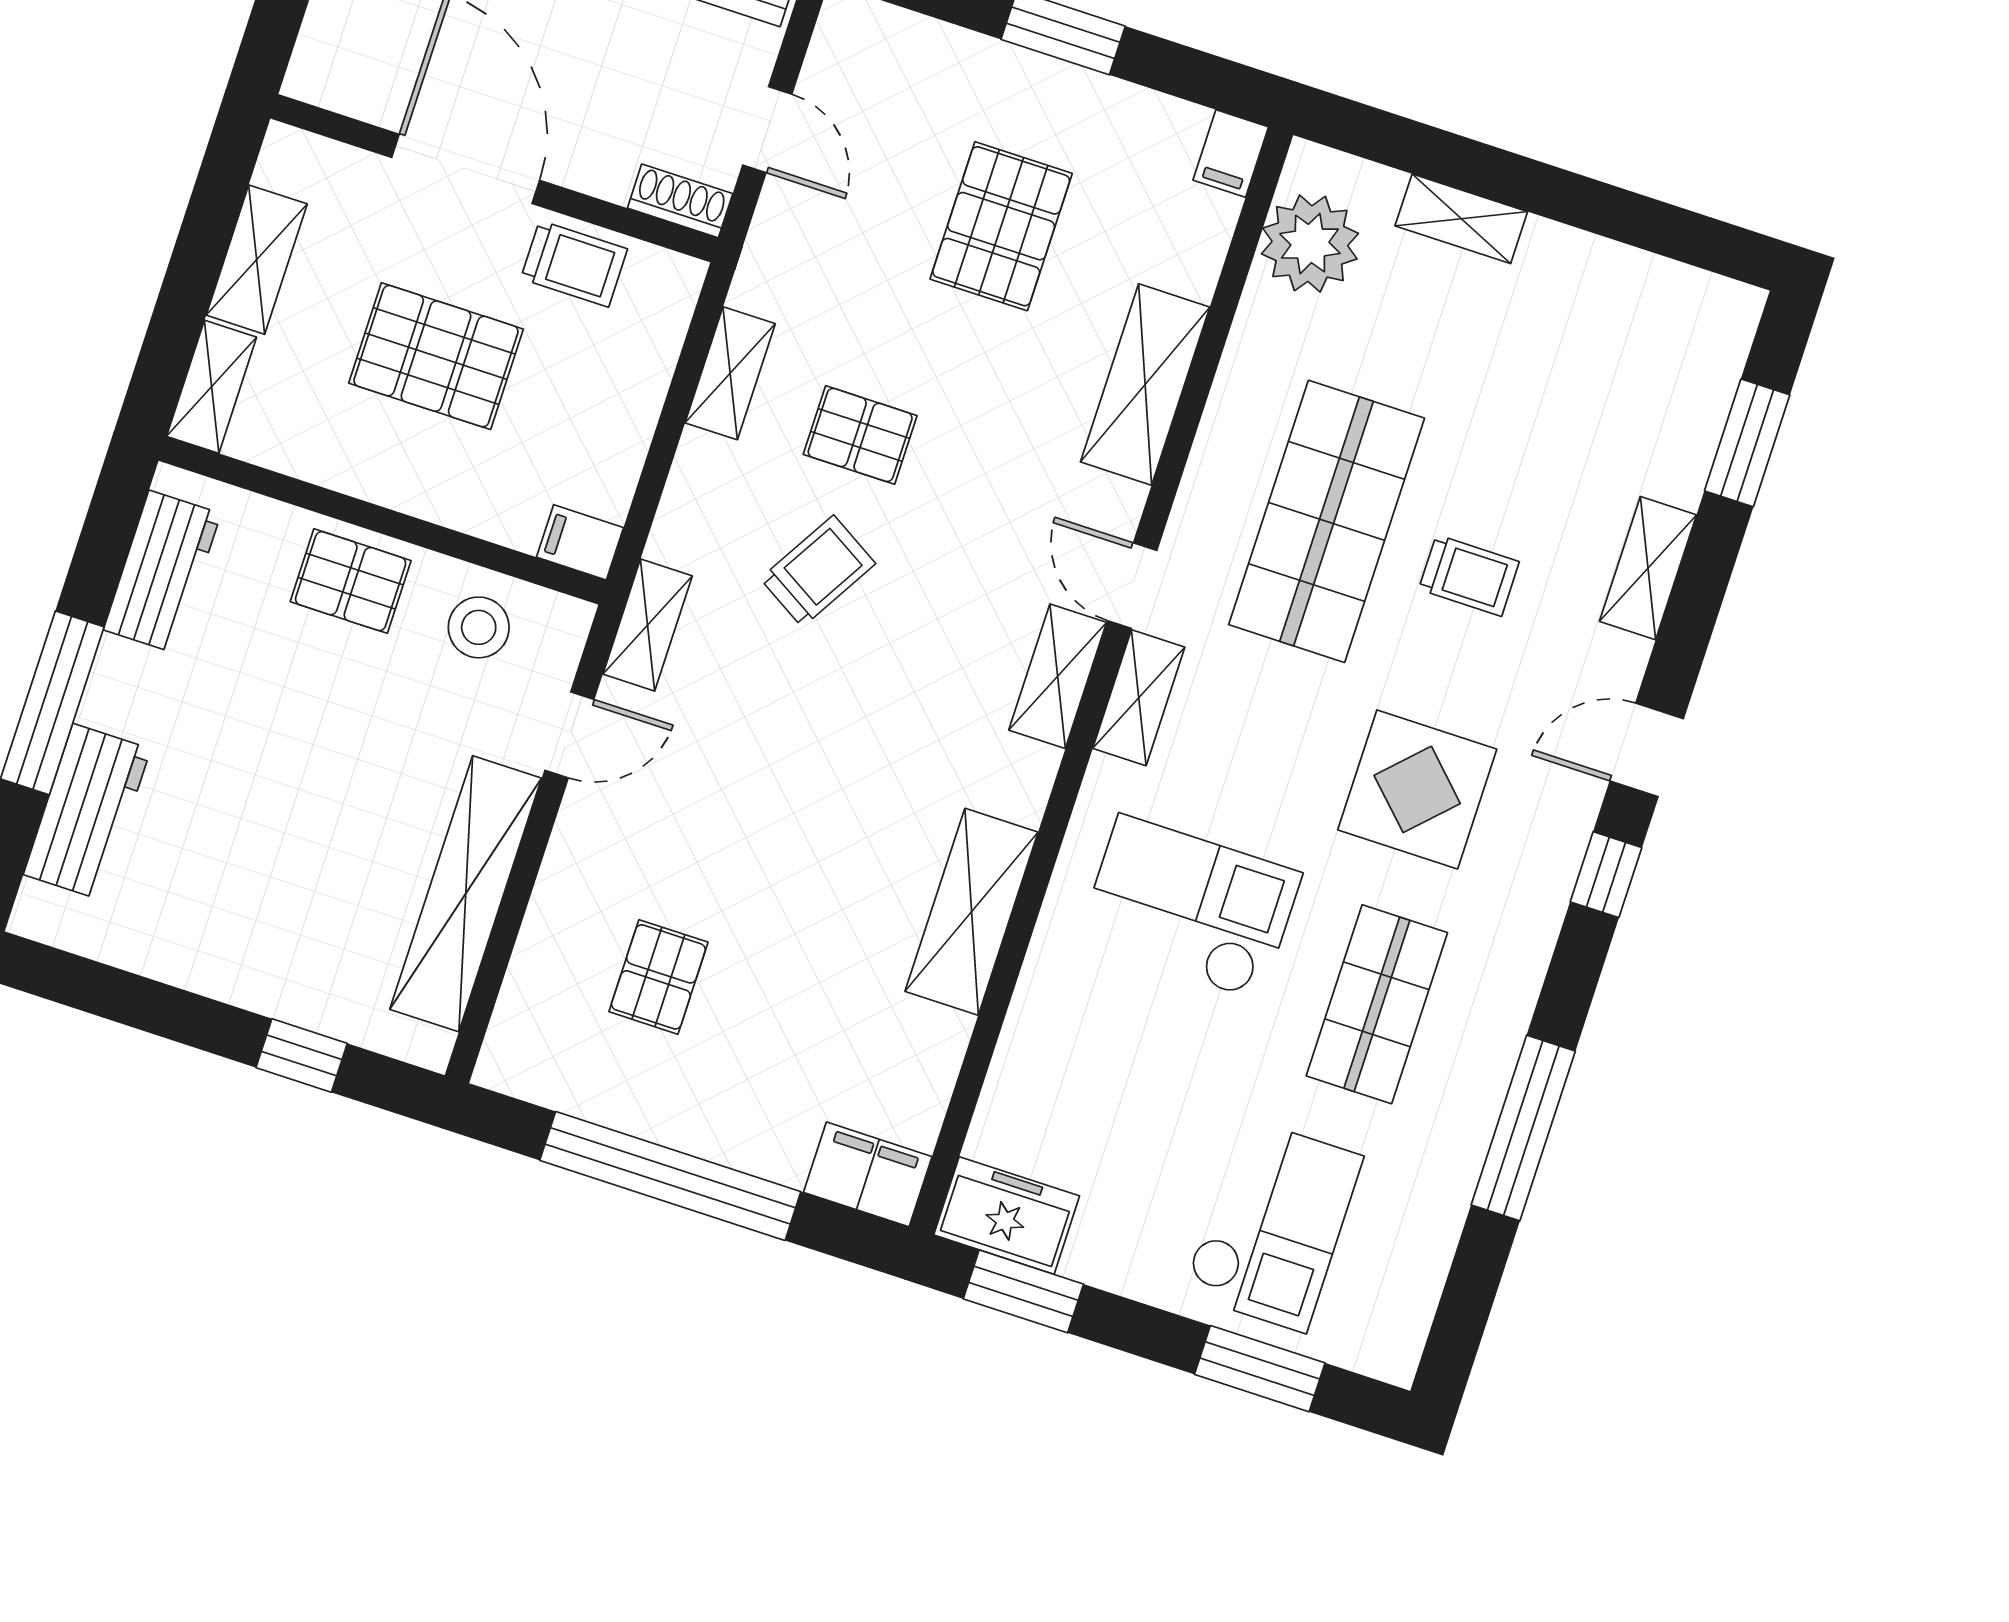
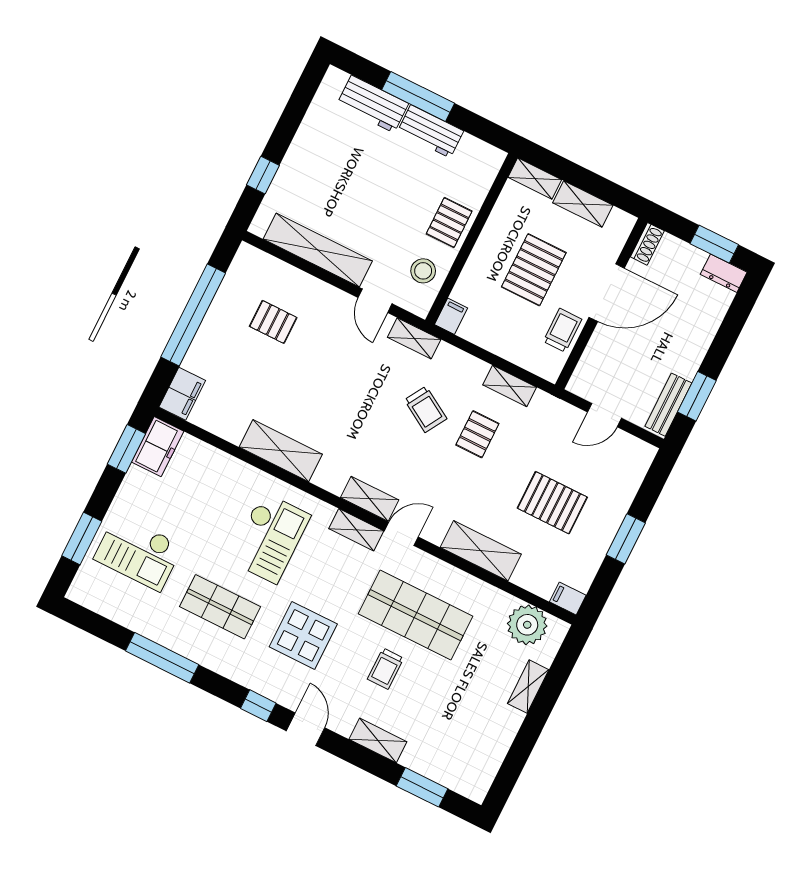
shoe rack: (680, 201) -> (647, 244), moved
trolley: (574, 264) -> (562, 330), turned 180
workbench: (162, 572) -> (430, 131), moved

